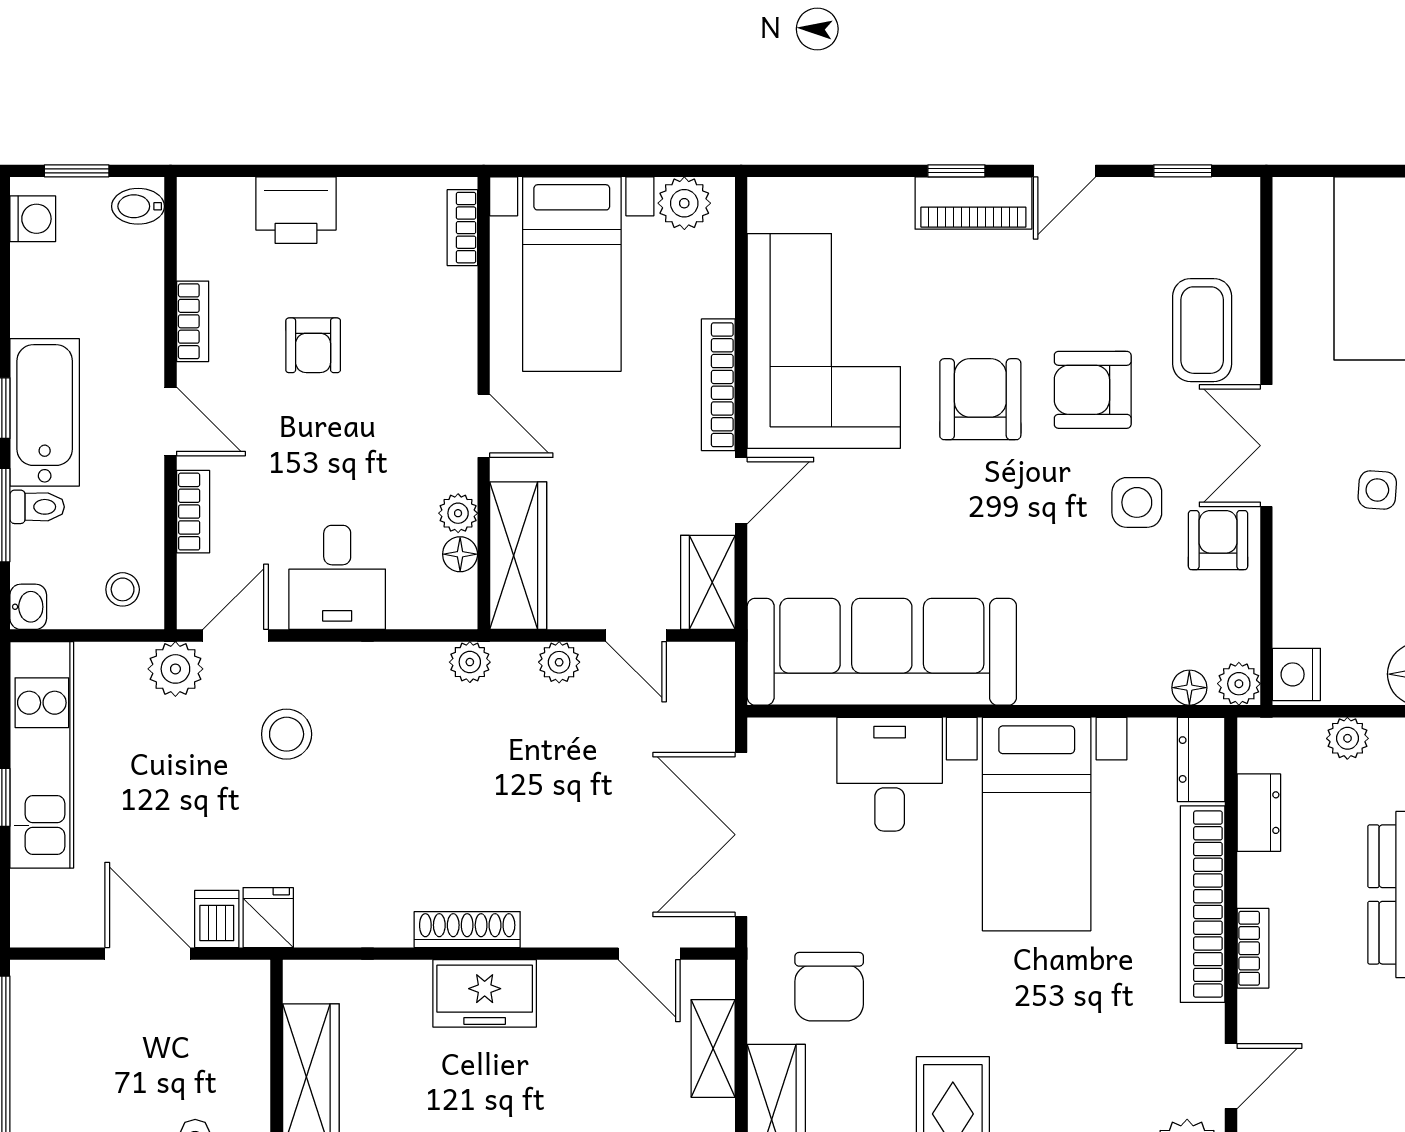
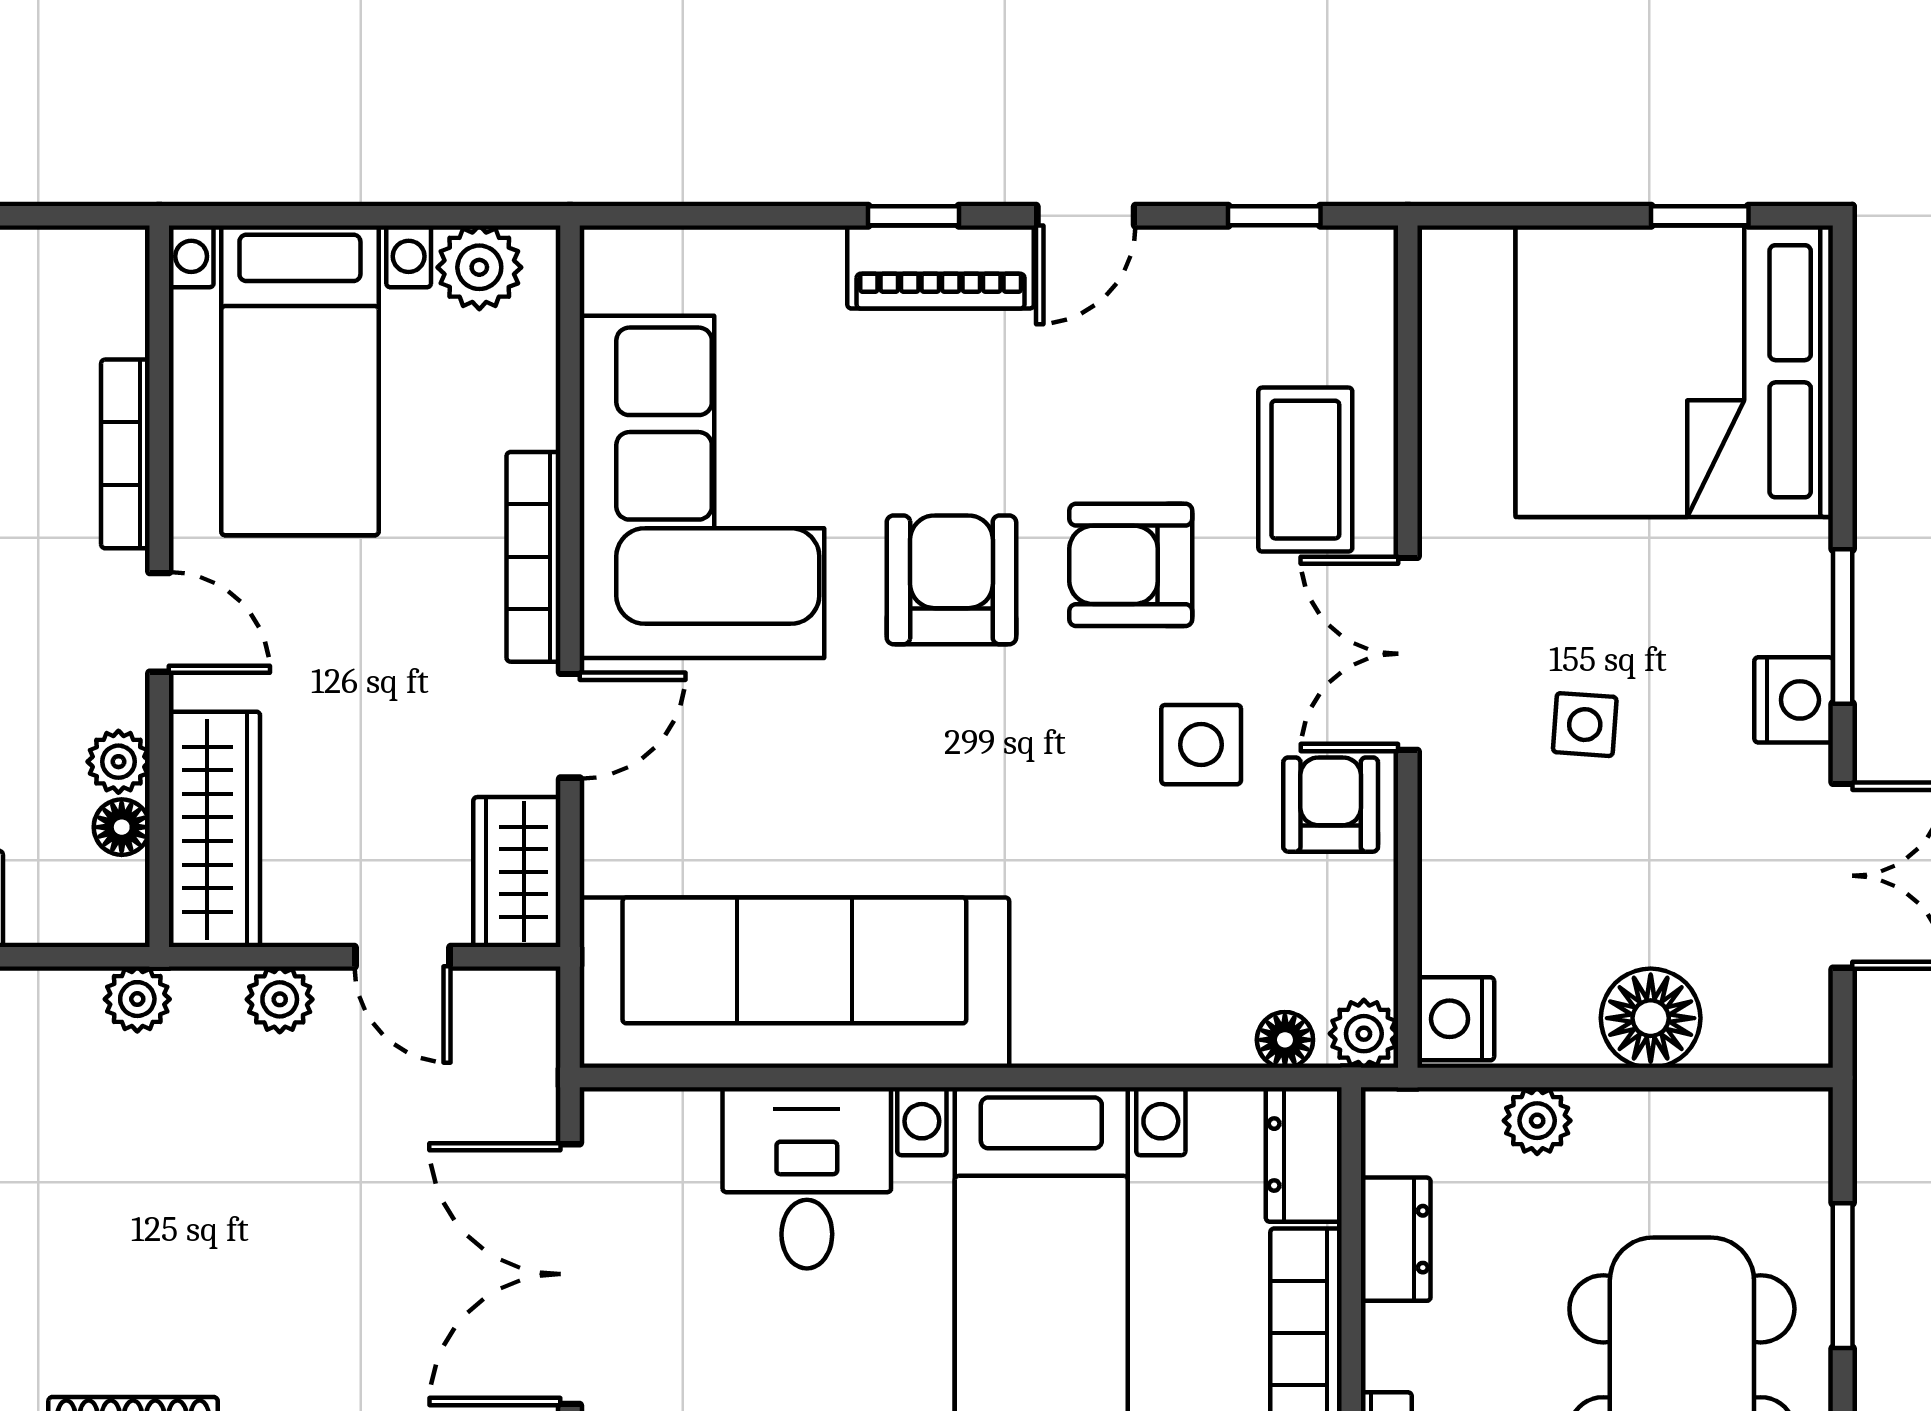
bookcase: (462, 228) -> (125, 454), moved, width x1.56

